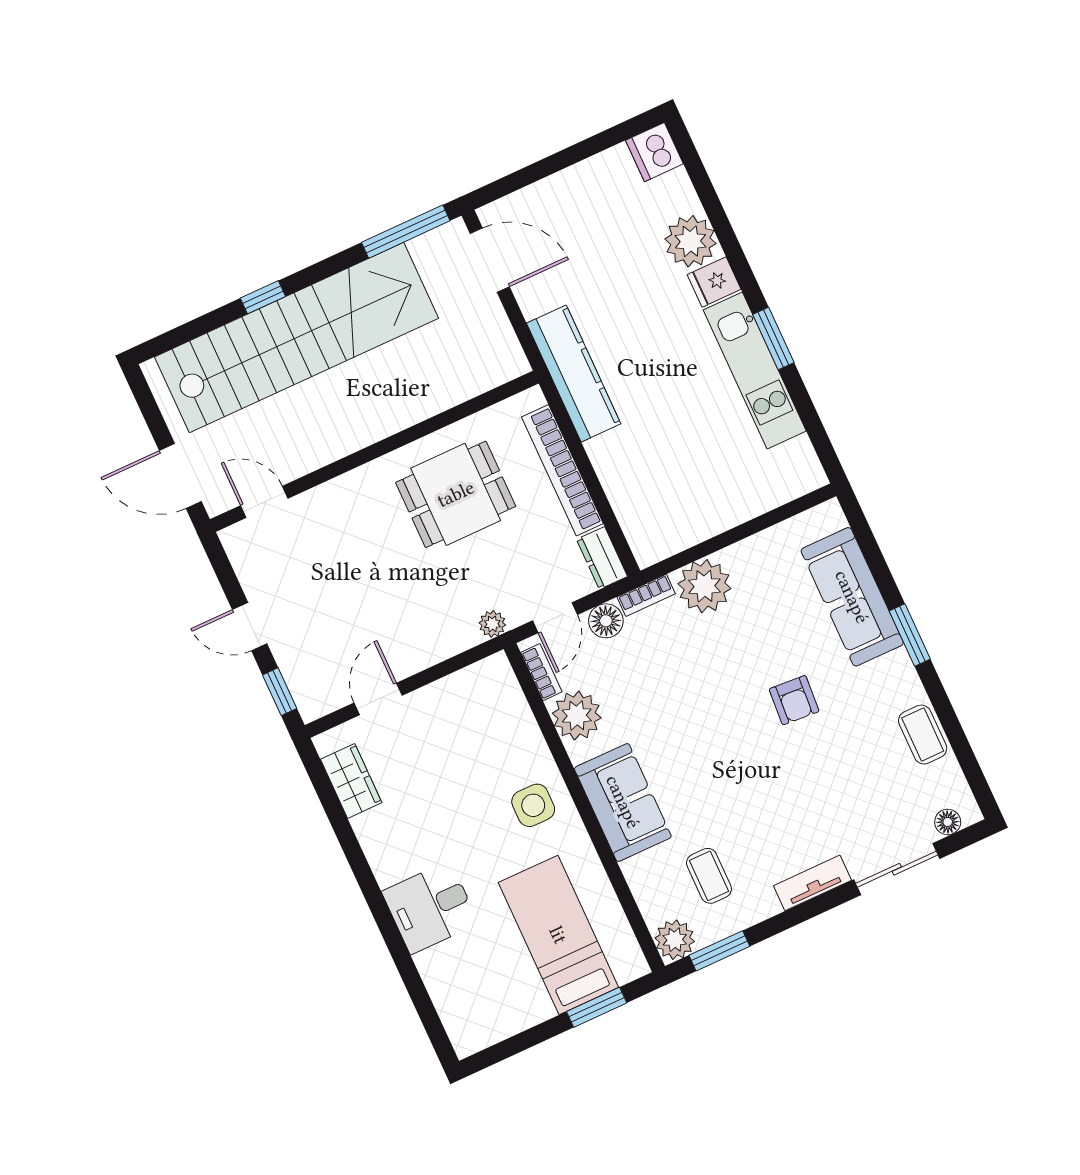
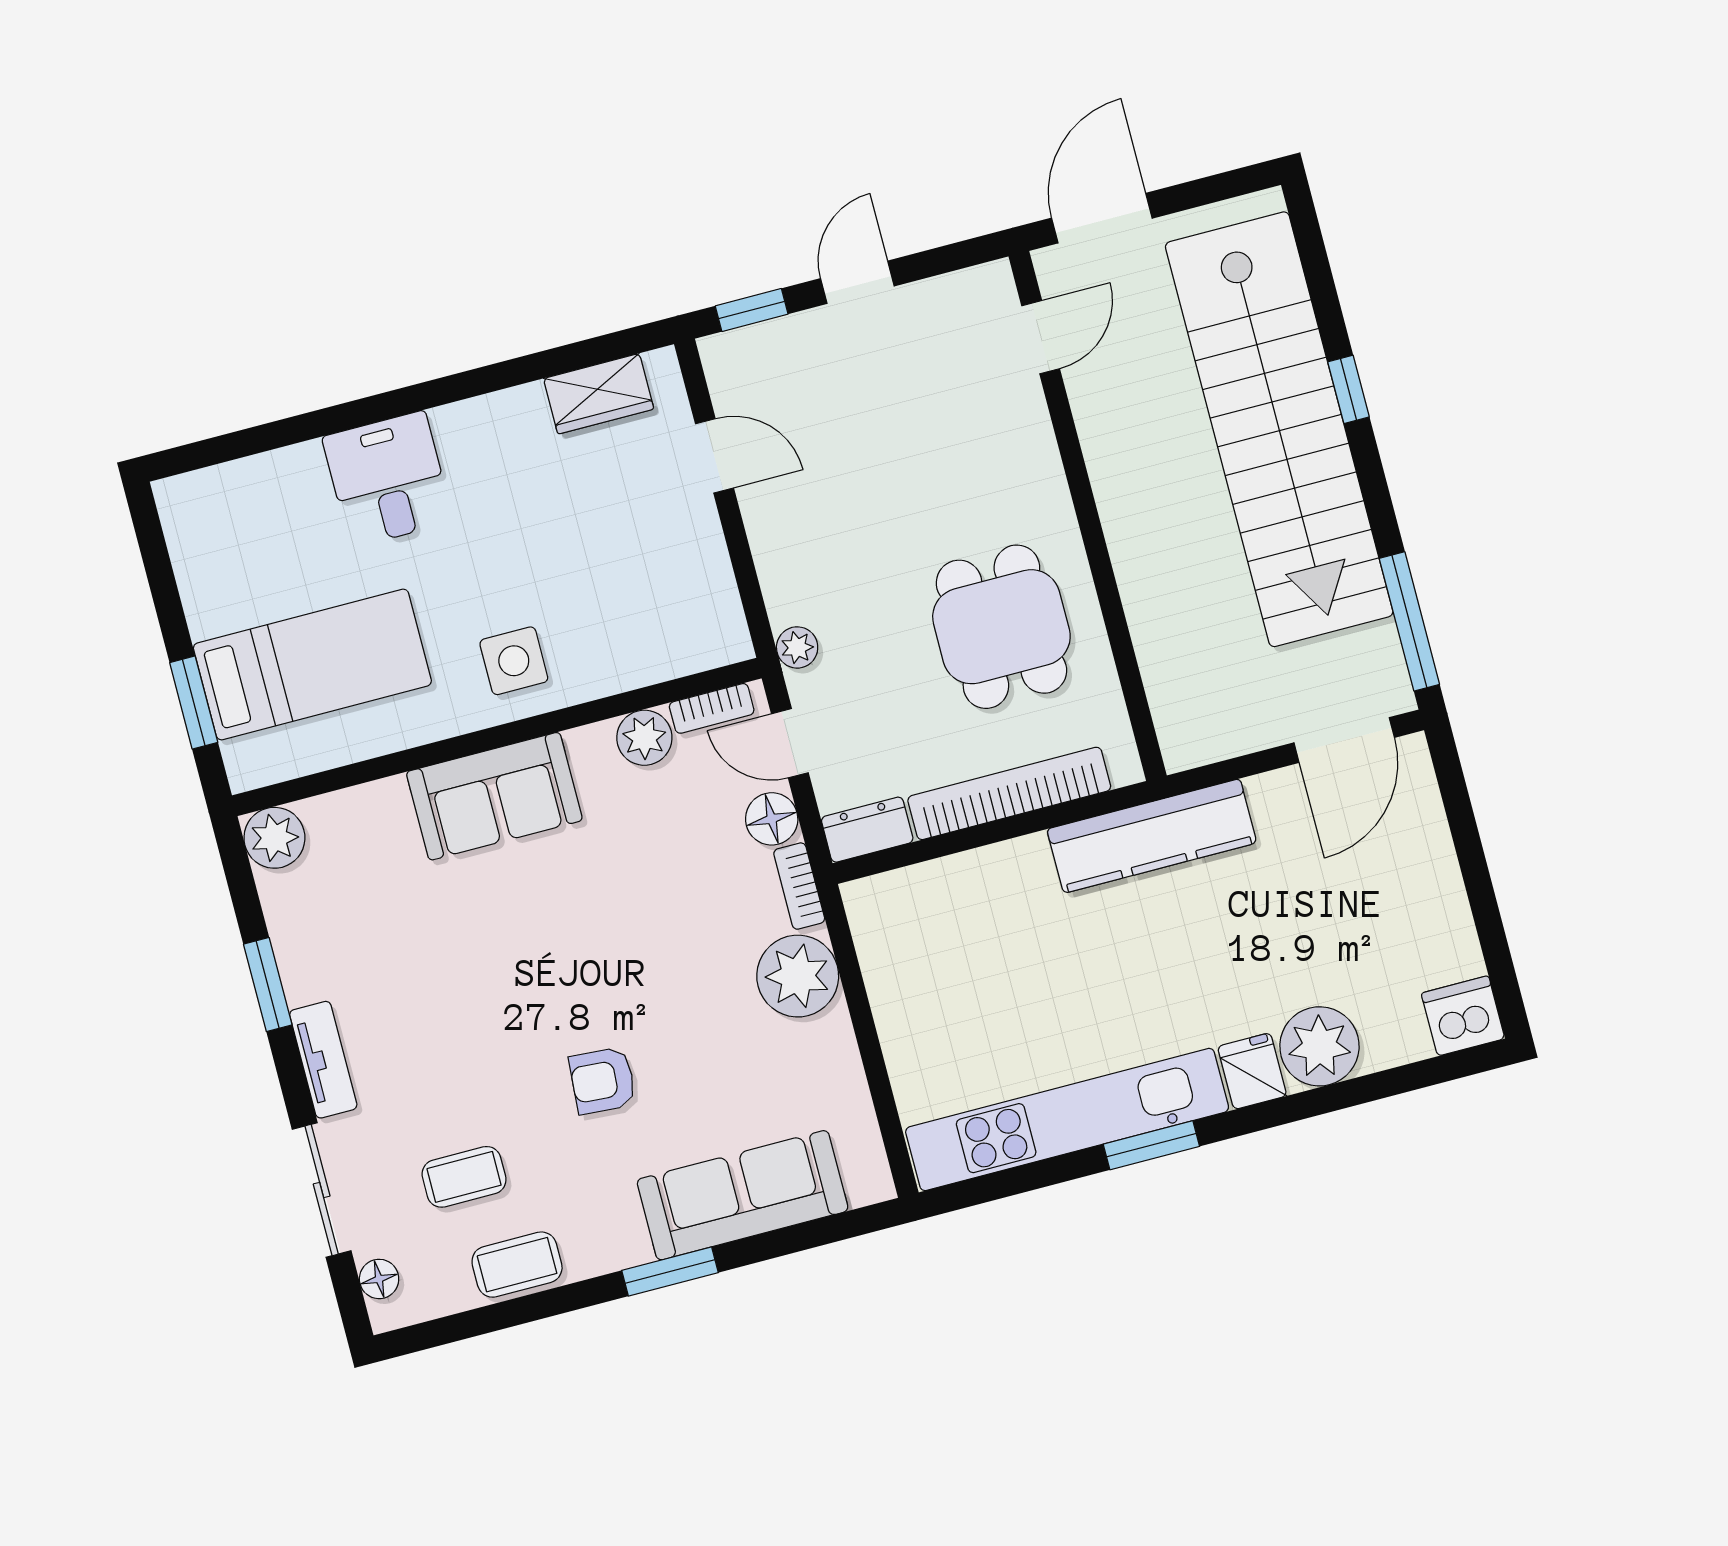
kitchen unit: (755, 371) -> (1067, 1120), width x1.36
plant: (577, 715) -> (644, 738), width x0.73, depth x0.73
coffee table: (709, 876) -> (464, 1177), moved
window: (719, 951) -> (268, 984), moved

